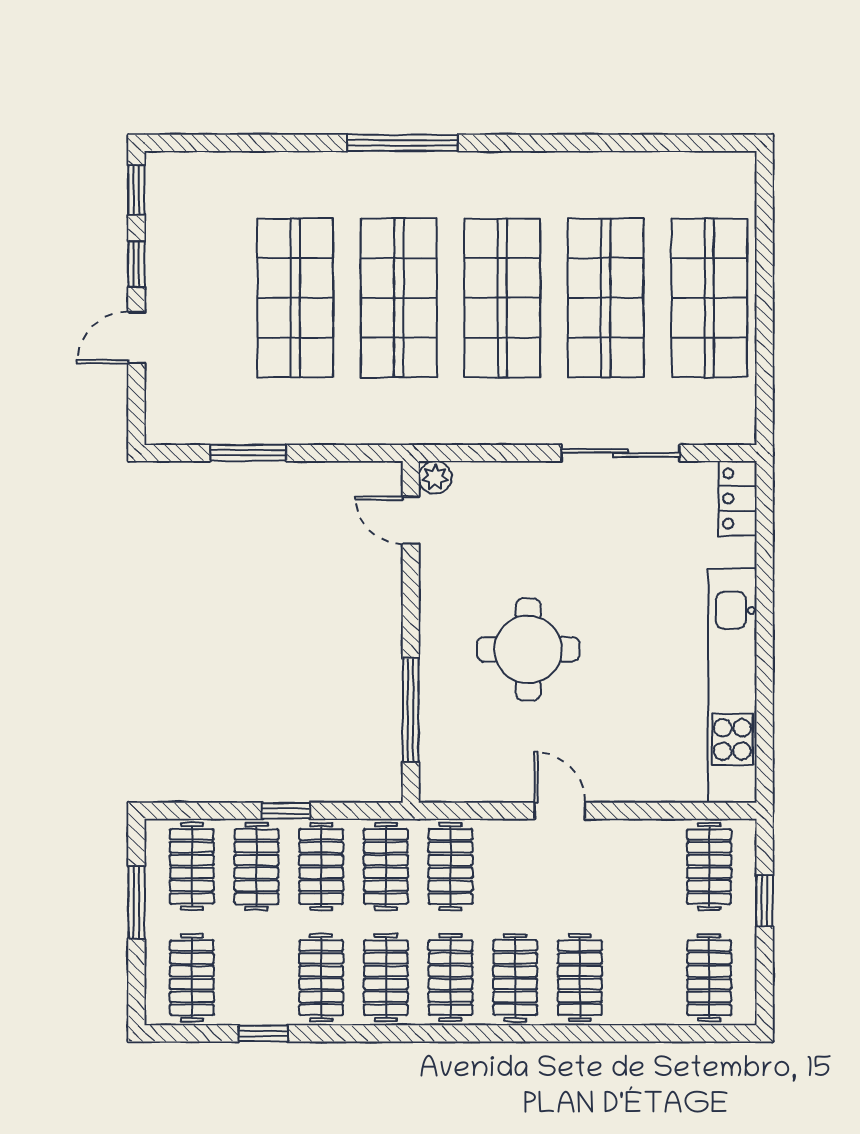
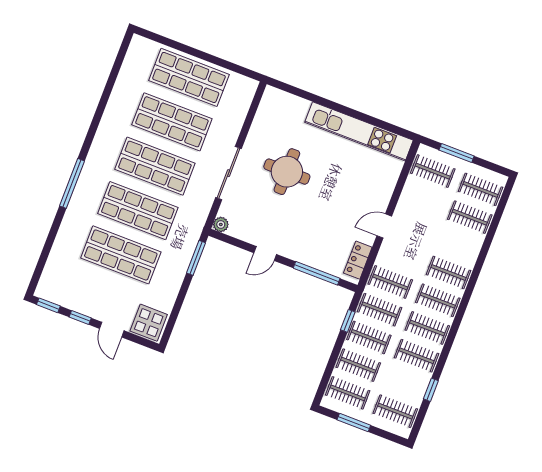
display table: (179, 407) -> (149, 323), added
window: (248, 453) -> (196, 258), moved
sliding door: (621, 453) -> (229, 173), moved
locker: (738, 499) -> (358, 260), moved, turned 90
door: (411, 520) -> (265, 254), moved
round table: (528, 649) -> (287, 172), moved
window: (286, 811) -> (348, 321), moved
window: (765, 901) -> (457, 153), width x1.50
clothes rail: (580, 978) -> (470, 217), moved

